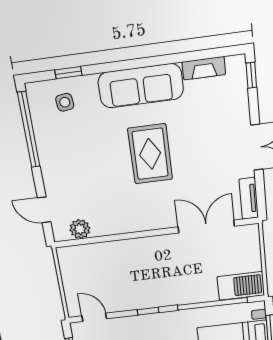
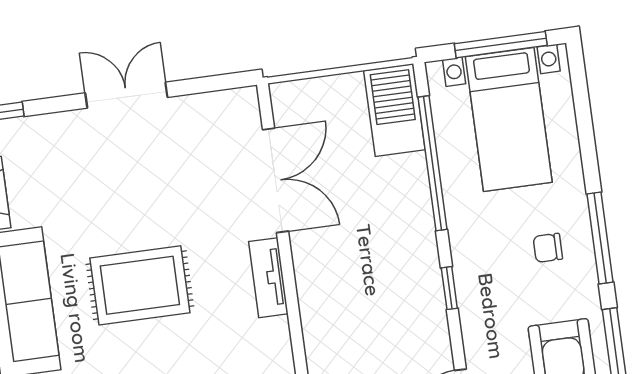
tv unit: (249, 198) -> (268, 278), moved, turned 90
double door: (206, 227) -> (276, 180), swing flipped

